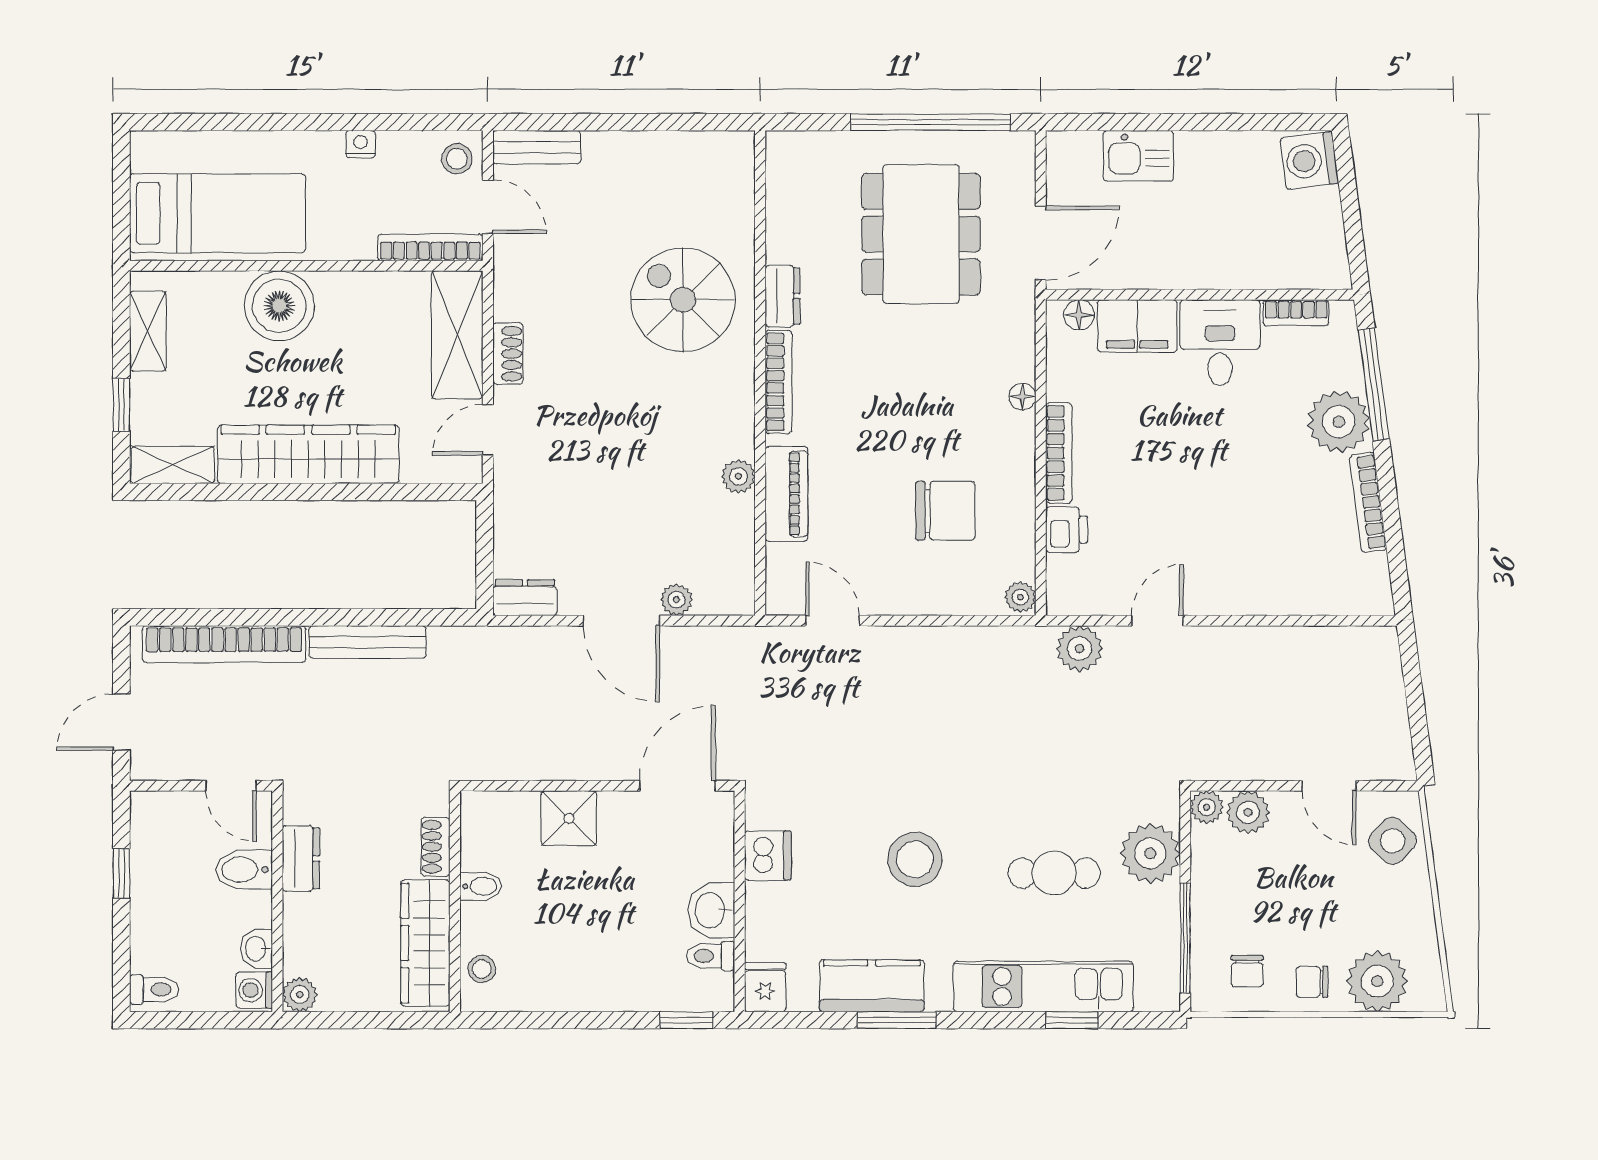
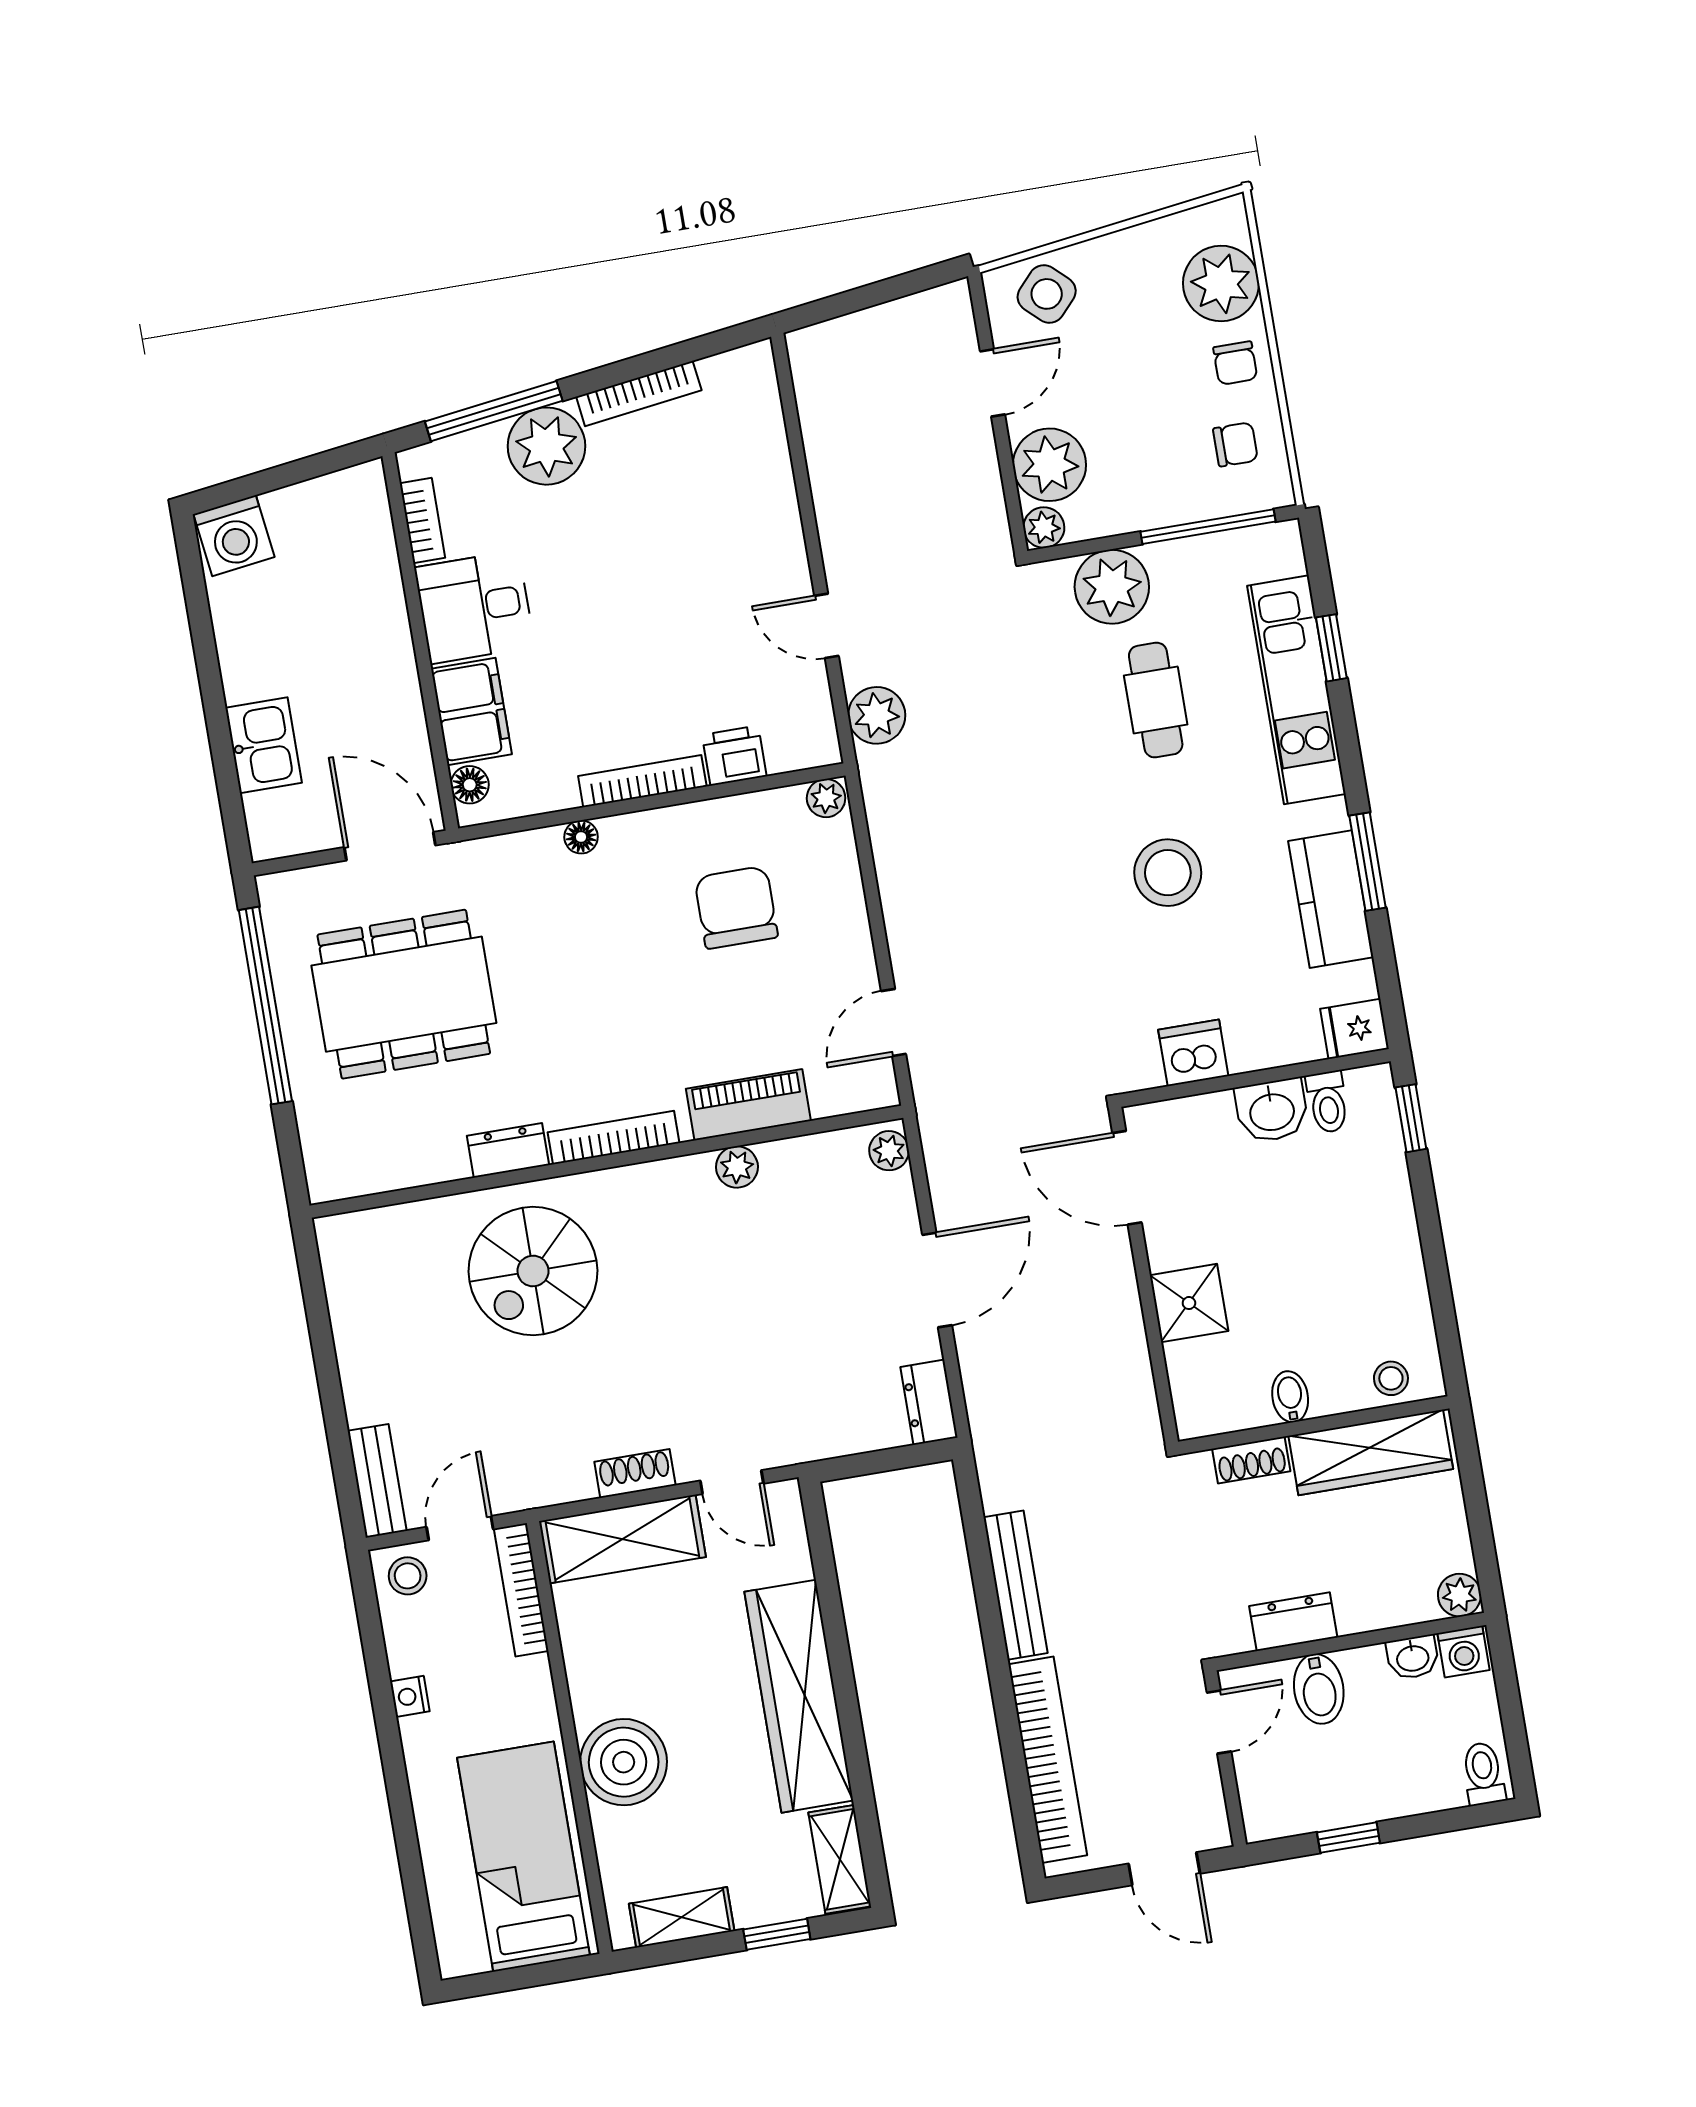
plant: (677, 600) -> (889, 1151), moved
plant: (1248, 812) -> (1050, 465), width x1.36, depth x1.36

